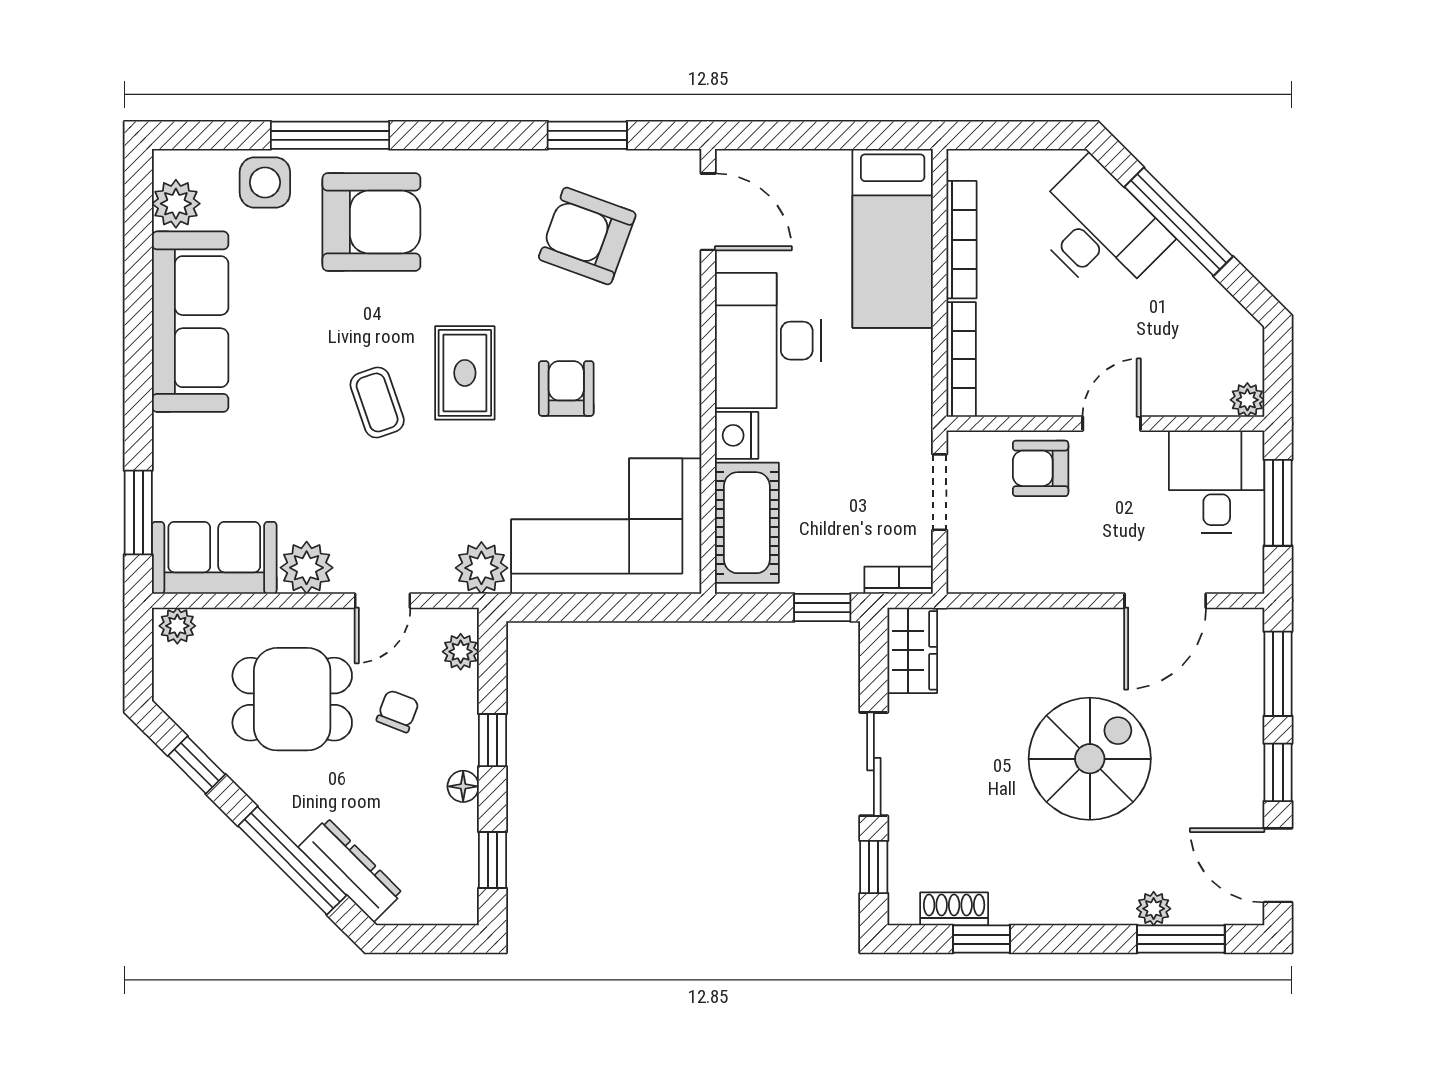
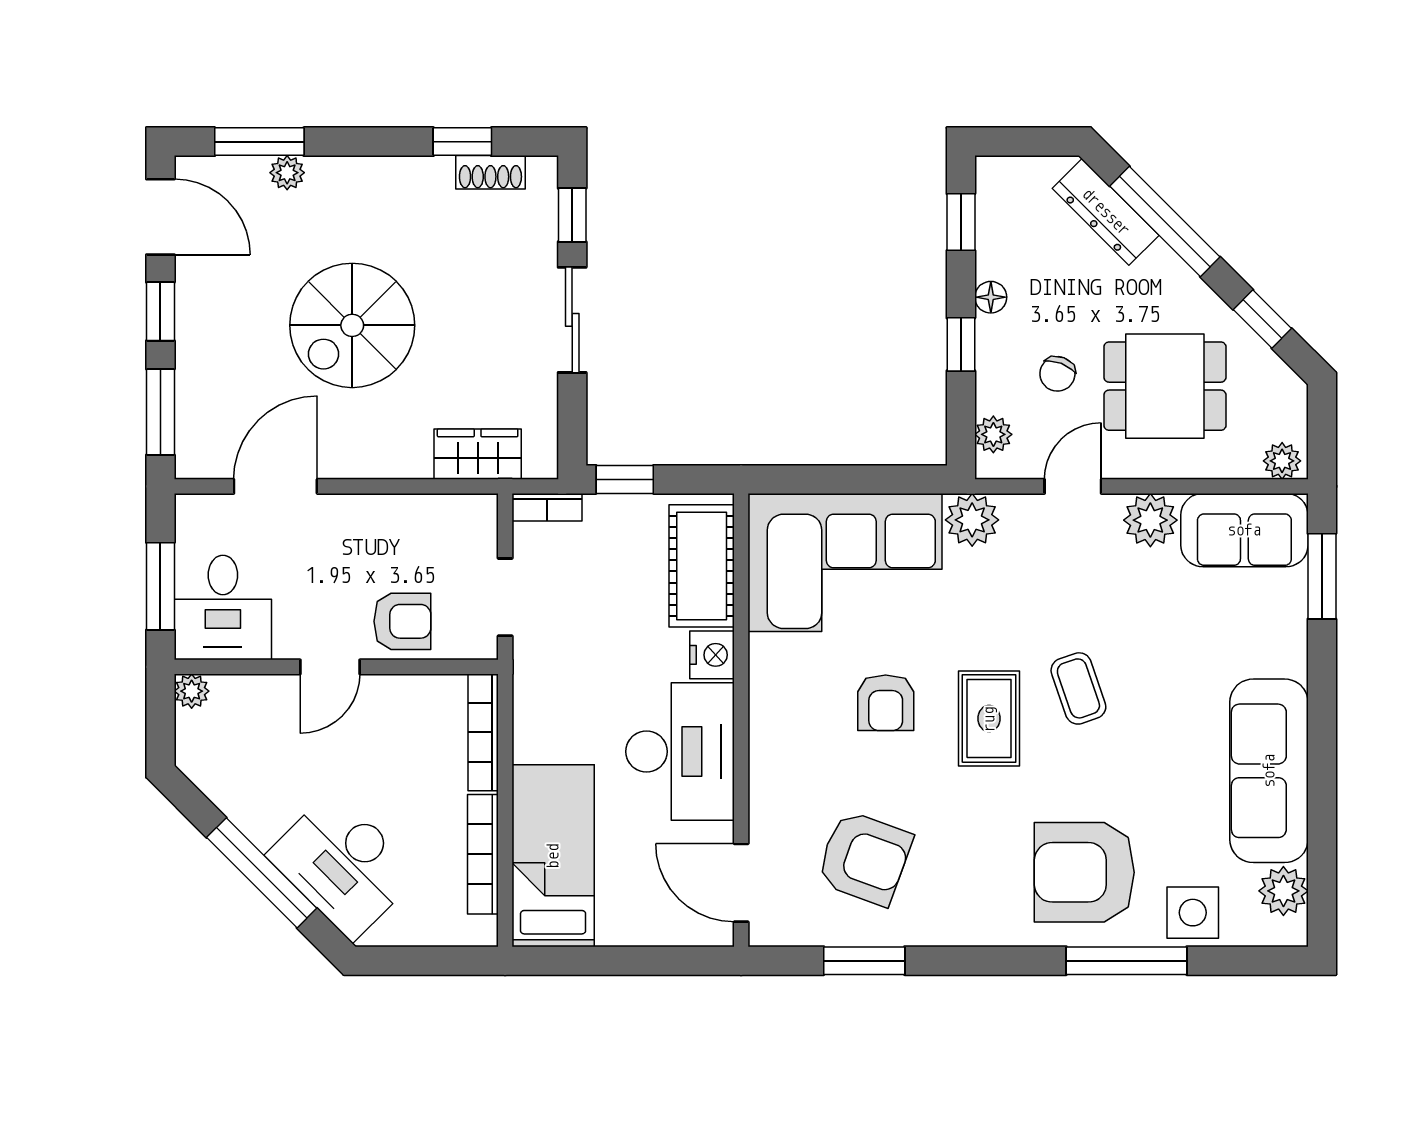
wardrobe: (912, 650) -> (478, 454), moved, turned 90

